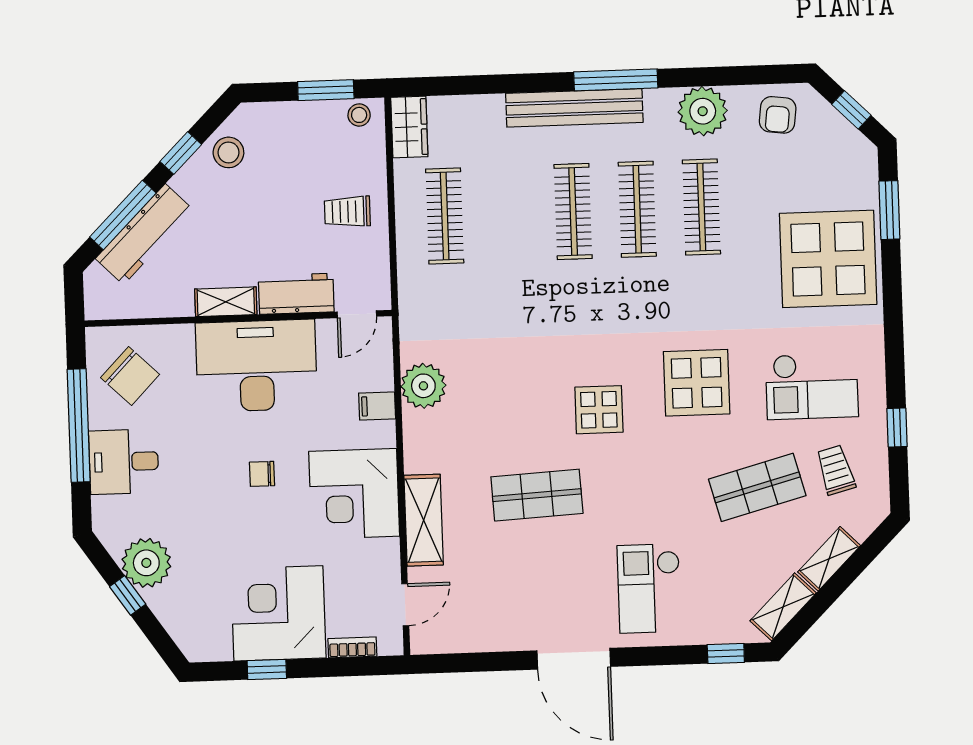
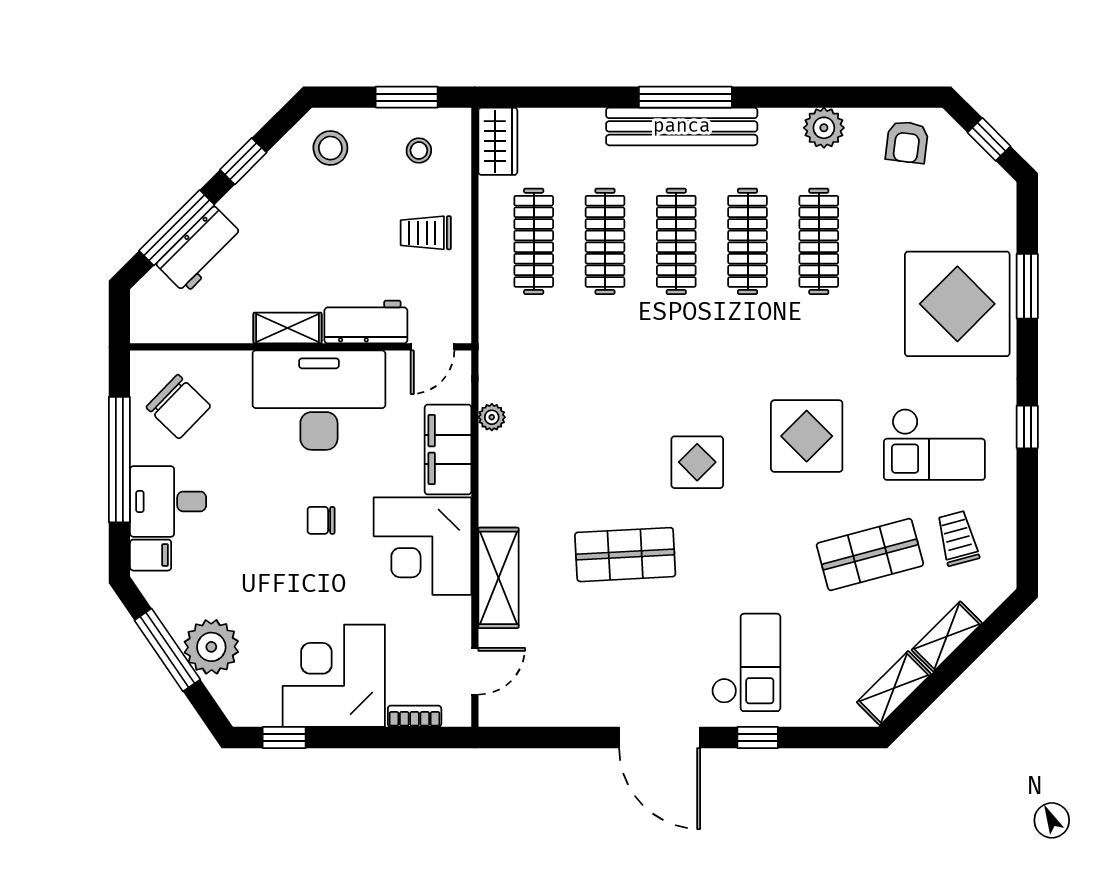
window: (616, 80) -> (685, 97), moved
plant: (703, 111) -> (824, 128), width x0.73, depth x0.73
stool: (359, 115) -> (419, 151), moved
stool: (228, 152) -> (330, 148), moved
window: (889, 210) -> (1027, 286), moved
clothes rail: (509, 214) -> (605, 241), added
workbench: (144, 234) -> (200, 250), width x0.73
plant: (423, 386) -> (492, 417), width x0.53, depth x0.53
filing cabinet: (377, 406) -> (448, 449), width x3.00, depth x1.17
window: (897, 427) -> (1027, 427), moved
filing cabinet: (110, 510) -> (151, 555), added
plant: (146, 563) -> (211, 647), moved
checkout: (649, 588) -> (746, 662), turned 180
window: (128, 595) -> (167, 650), width x2.17
window: (726, 653) -> (758, 737), moved
window: (267, 669) -> (284, 737), moved

